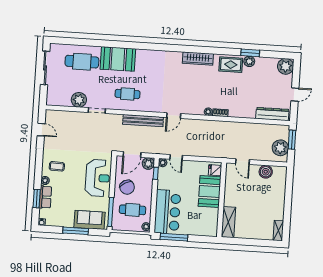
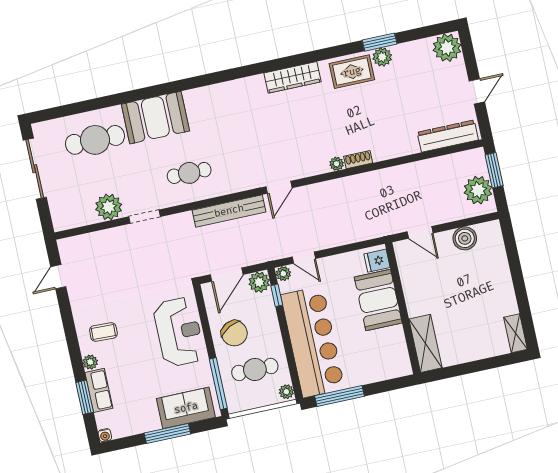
door: (41, 130) -> (58, 277), swing flipped
bar counter: (167, 212) -> (313, 342), width x1.36

